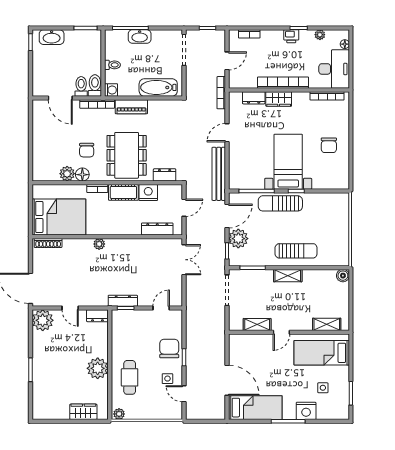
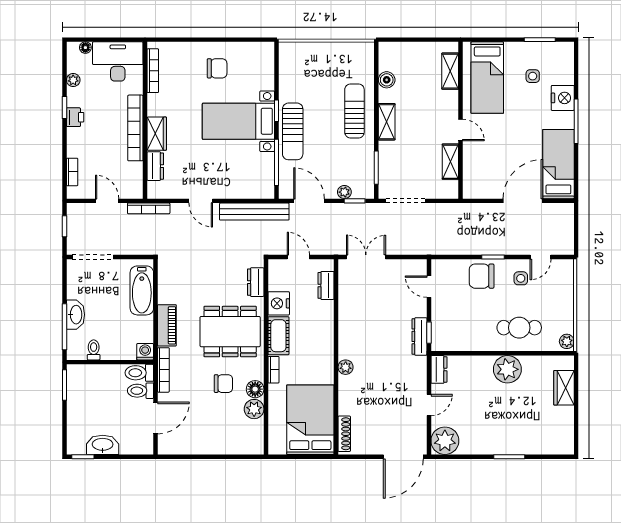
washbasin: (52, 37) -> (103, 445), moved, turned -90
toilet: (113, 65) -> (94, 350), moved
dresser: (157, 229) -> (326, 285), width x0.70
plant: (238, 239) -> (344, 192), width x0.53, depth x0.53
boiler: (343, 276) -> (387, 80), moved

